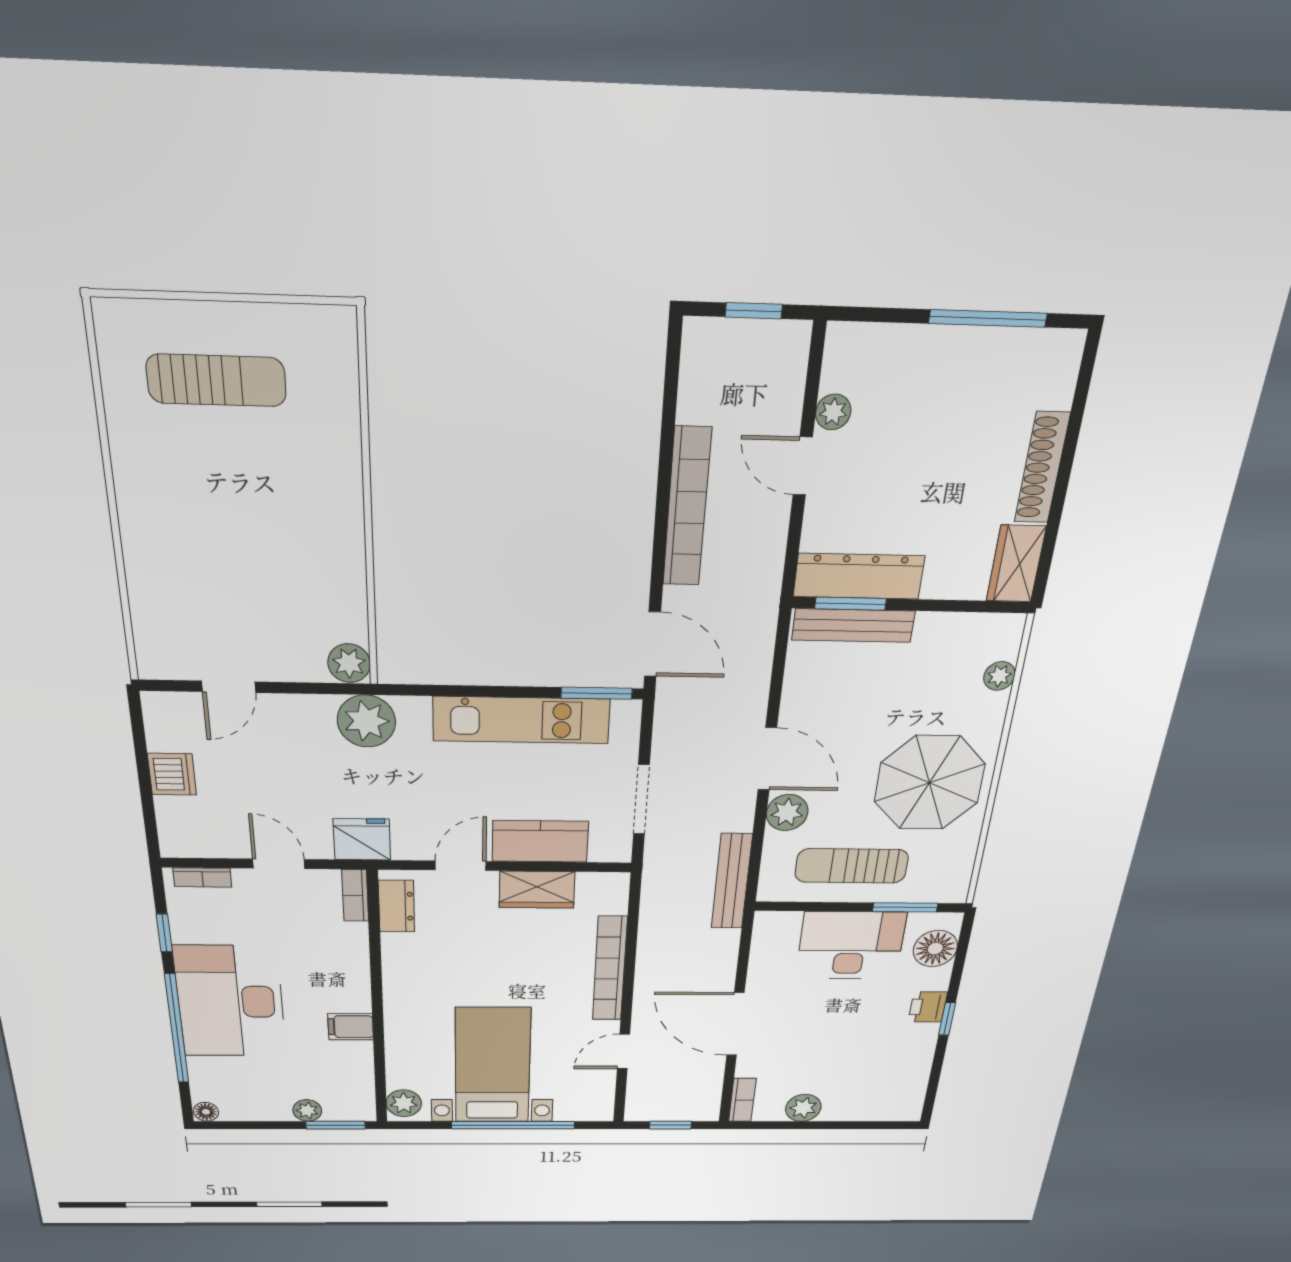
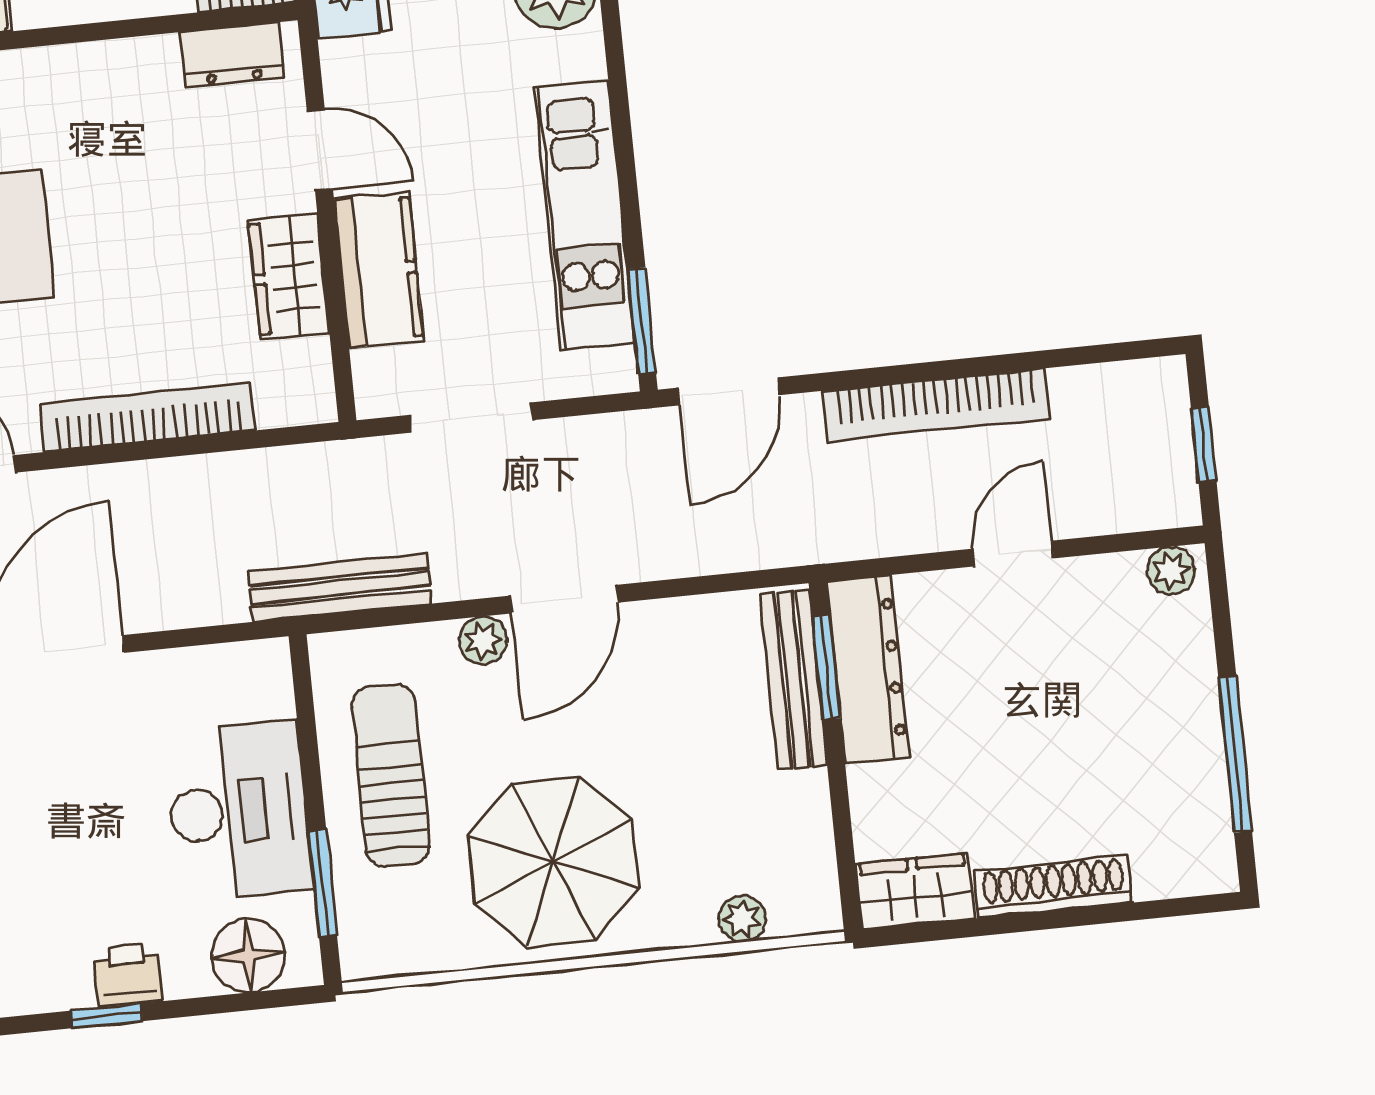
plant: (833, 412) -> (1171, 570), moved
plant: (787, 813) -> (483, 640), width x0.73, depth x0.73

